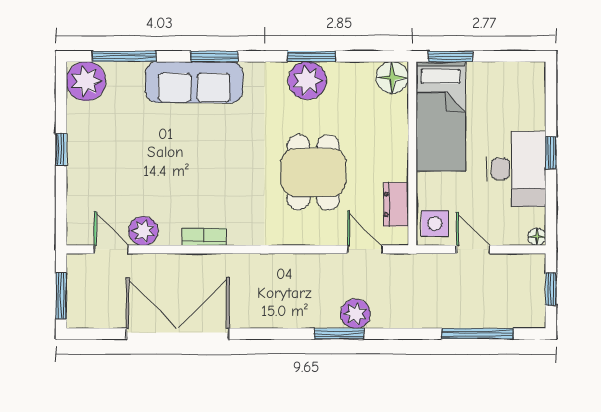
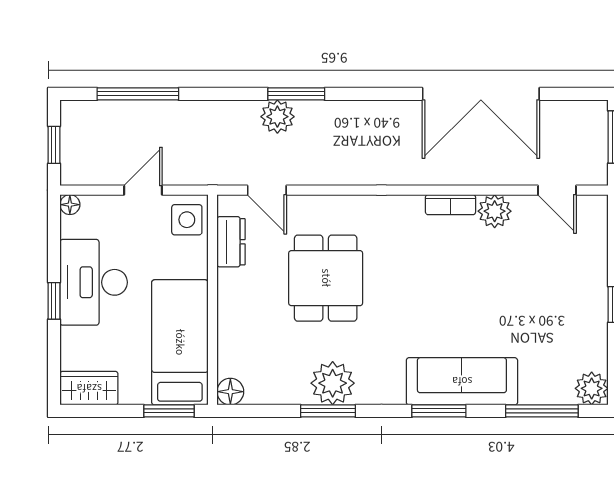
wardrobe: (520, 76) -> (89, 388), added
floor lamp: (392, 78) -> (230, 392), width x0.73, depth x0.73
plant: (86, 81) -> (592, 388), width x0.73, depth x0.73
plant: (143, 231) -> (495, 211), moved
door: (473, 249) -> (143, 190), swing flipped

